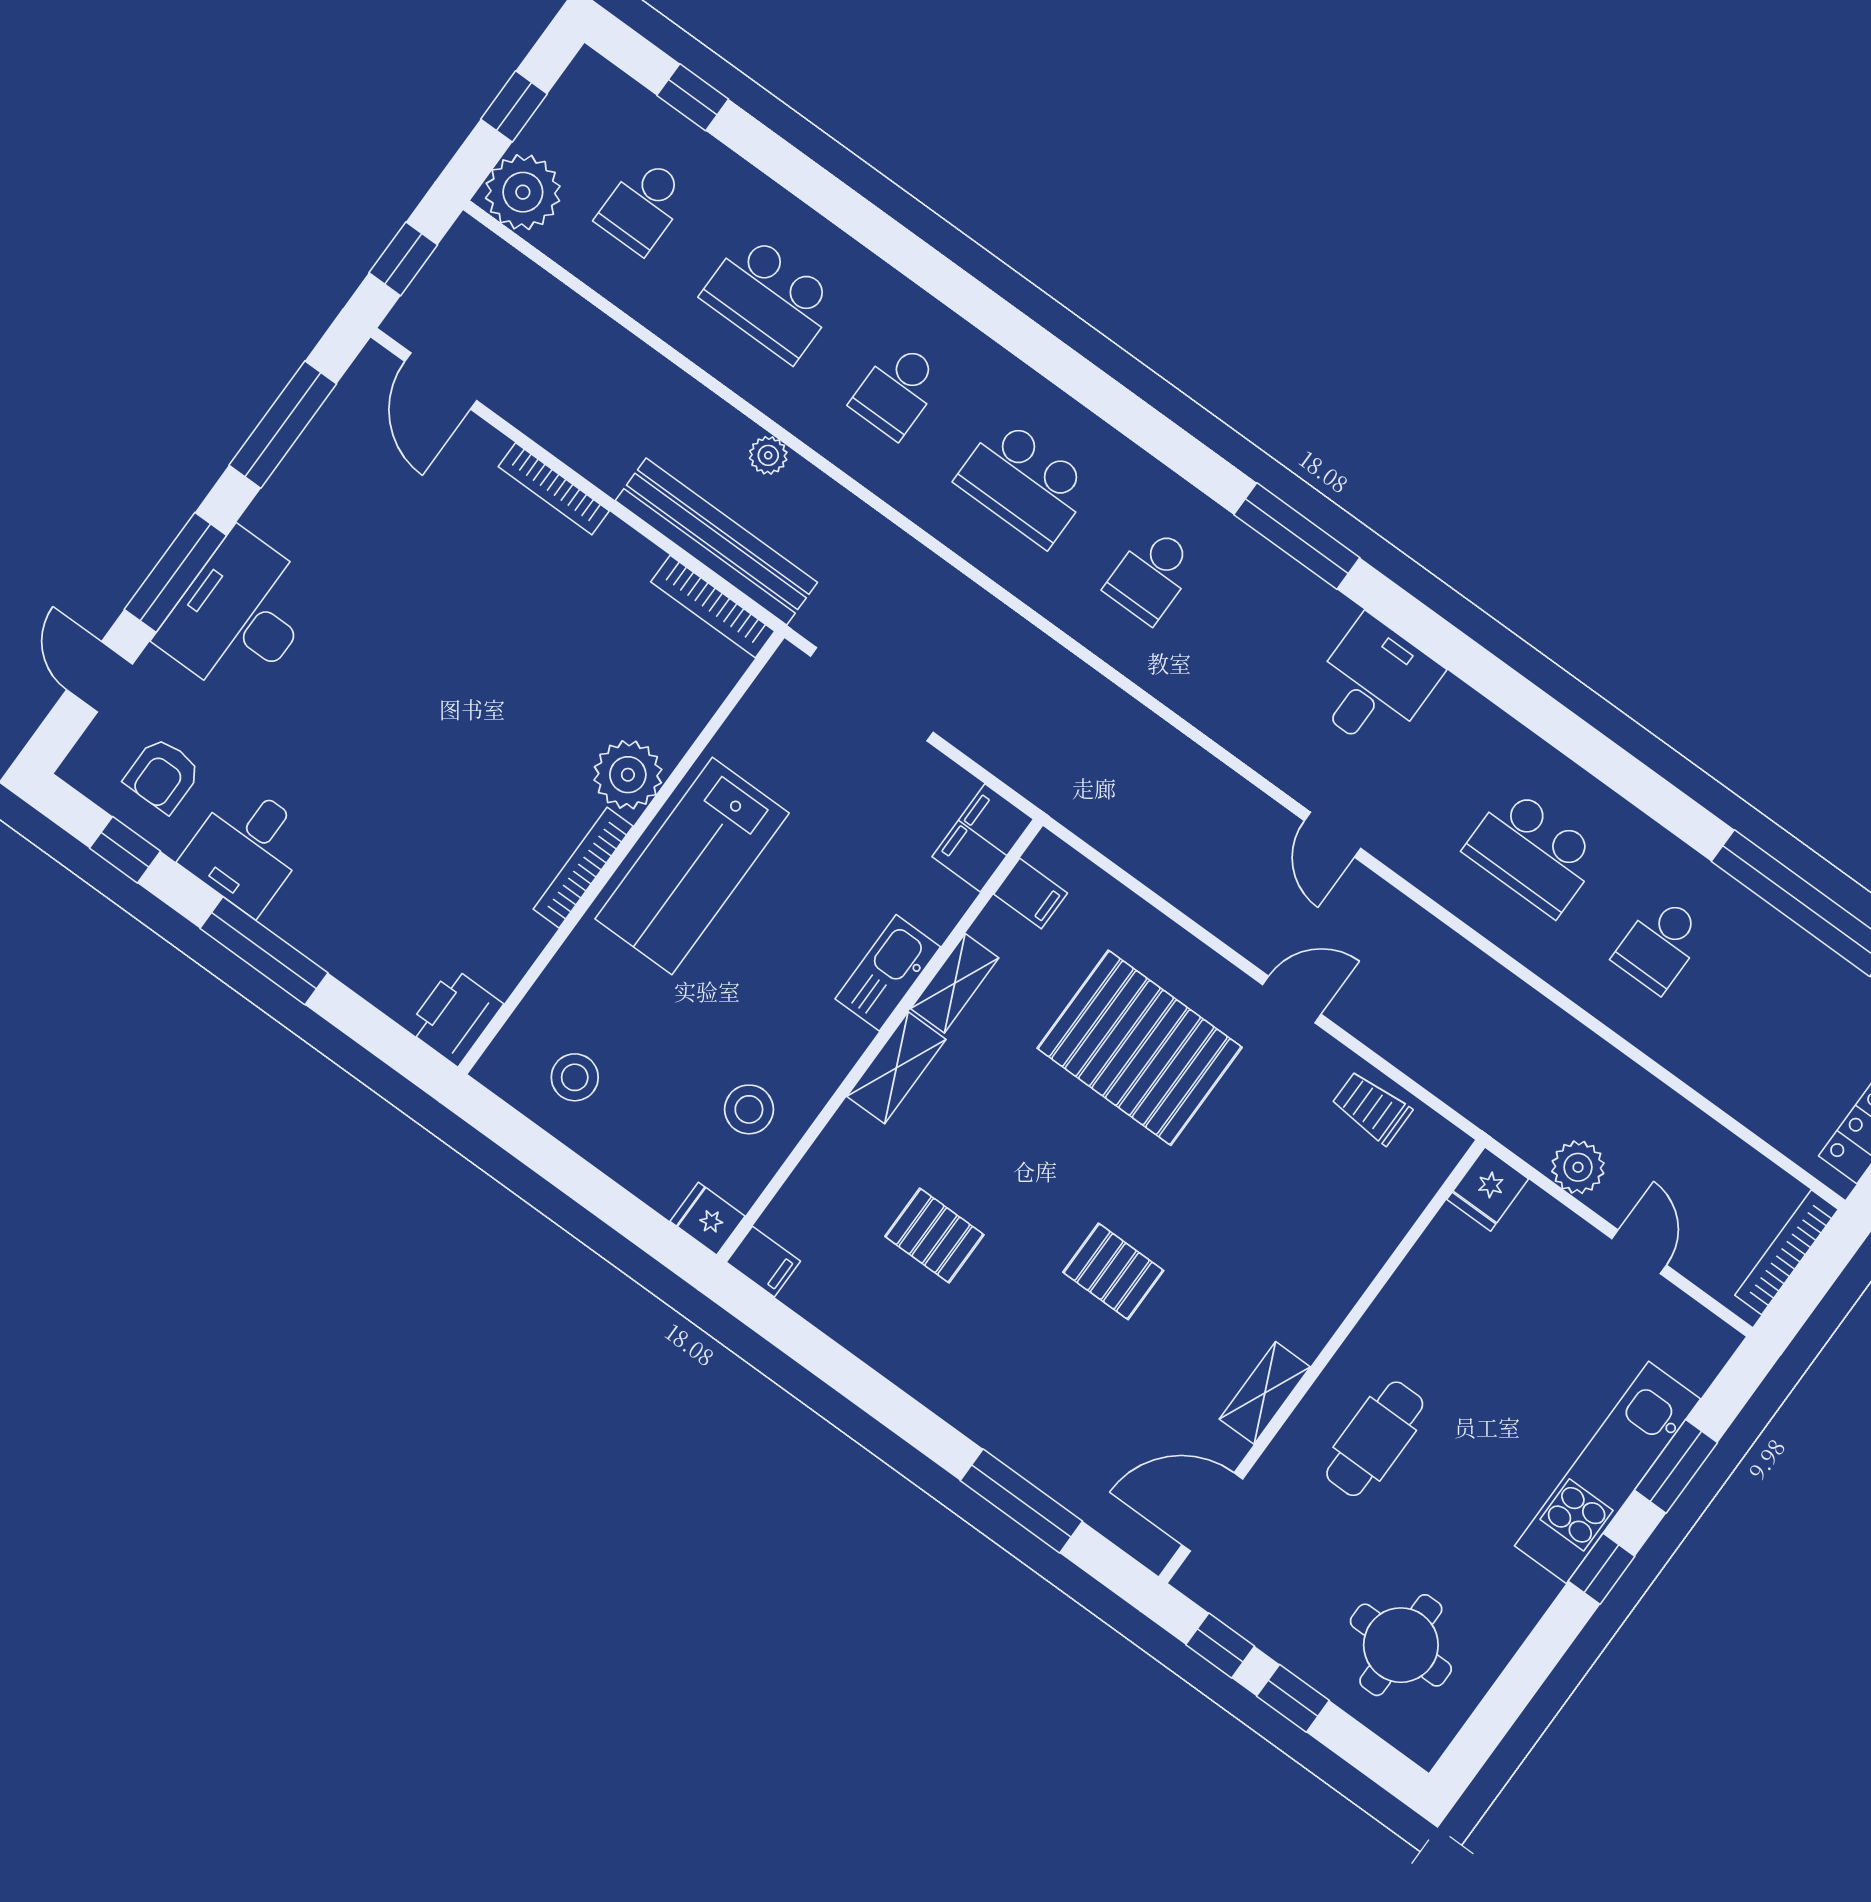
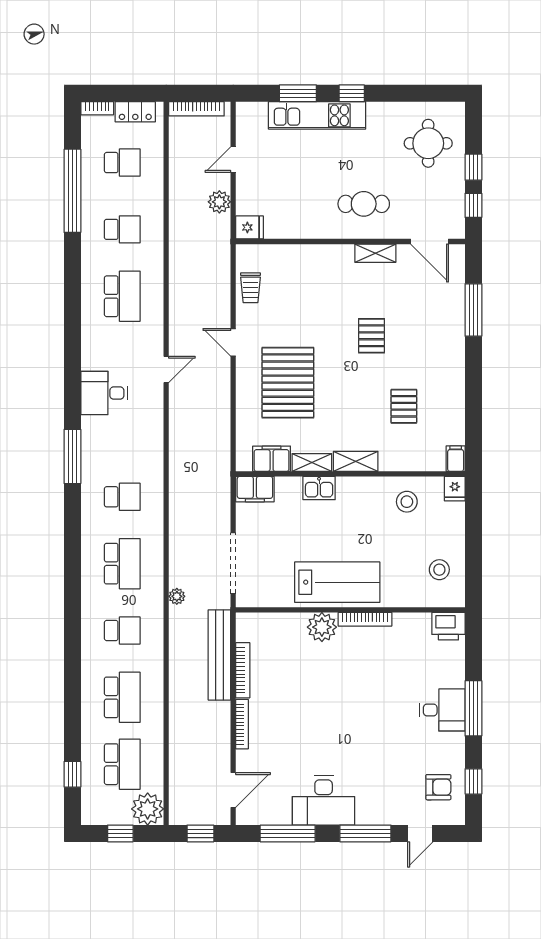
school desk: (643, 206) -> (122, 764), width x1.85
plant: (768, 455) -> (177, 596), moved
bookcase: (713, 606) -> (243, 670), moved
desk: (240, 616) -> (324, 801), moved
desk: (247, 848) -> (442, 710), moved
filing cabinet: (1031, 894) -> (272, 459), width x2.00
kitchen sink: (888, 973) -> (319, 488), width x0.73
school desk: (1787, 1037) -> (122, 163), added

